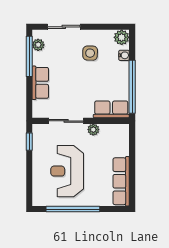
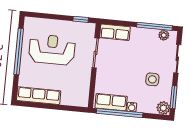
window: (108, 27) -> (174, 97), added
water cooler: (124, 55) -> (132, 107), moved
row of seats: (40, 83) -> (115, 32), moved
row of seats: (111, 109) -> (111, 102), moved, turned -90
plant: (93, 130) -> (86, 76), removed

